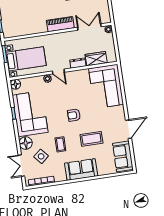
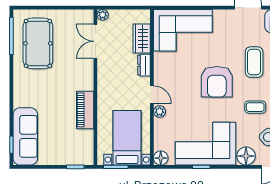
piano: (60, 24) -> (85, 110), moved
door: (58, 72) -> (152, 95), hinge flipped
armchair: (74, 115) -> (217, 82), width x1.88, depth x1.88

